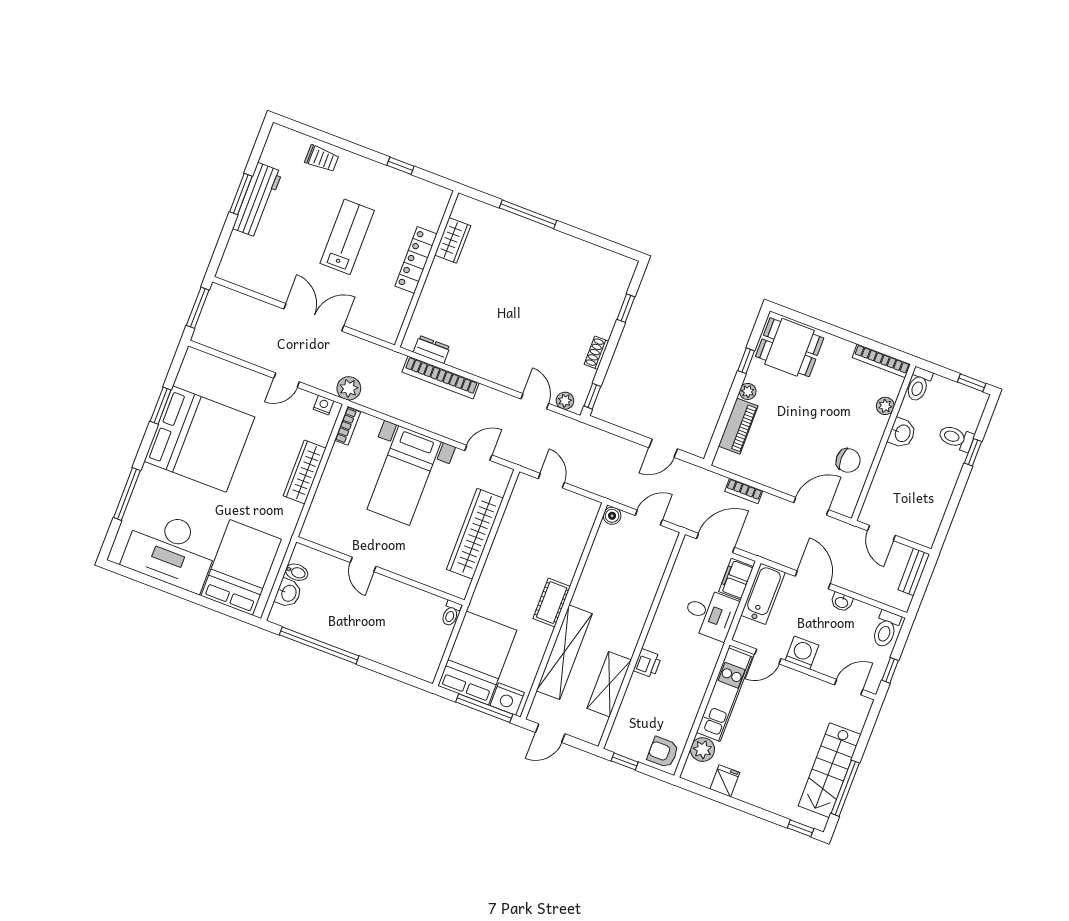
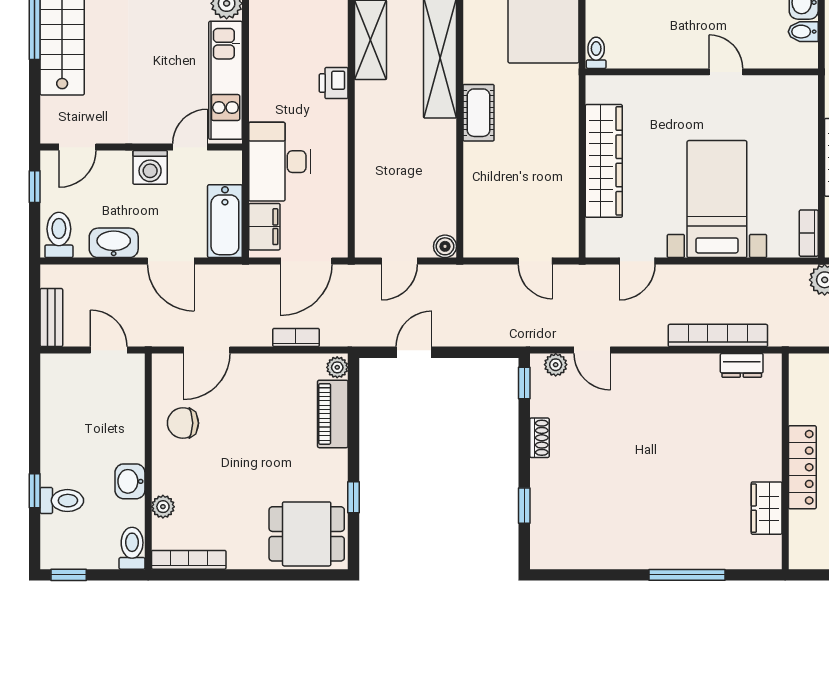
plant: (748, 391) -> (337, 367), moved
washbasin: (842, 602) -> (114, 243), width x1.91, depth x1.45
desk: (710, 614) -> (280, 162), width x1.37

